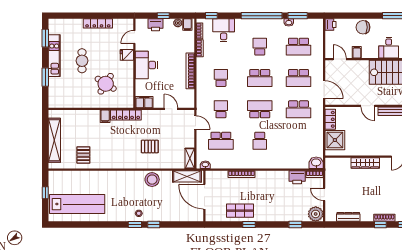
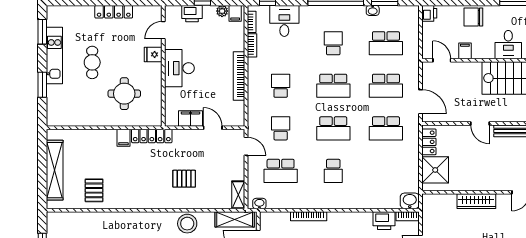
round table: (106, 84) -> (124, 94), turned -32
filing cabinet: (144, 102) -> (190, 118), moved
school desk: (260, 109) -> (333, 128), turned 180

